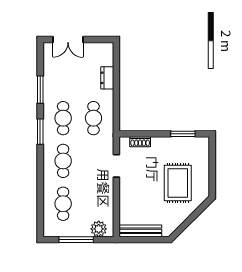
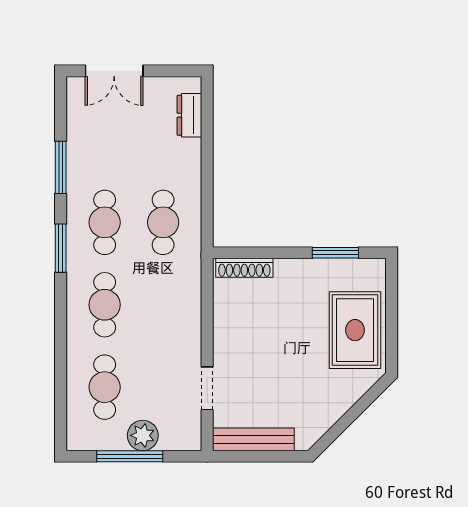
dresser: (107, 78) -> (189, 115), moved
shoe rack: (140, 142) -> (244, 268), width x1.43
doorway: (116, 166) -> (207, 388), moved
rug: (178, 183) -> (355, 330), moved
plant: (99, 229) -> (143, 435), moved

